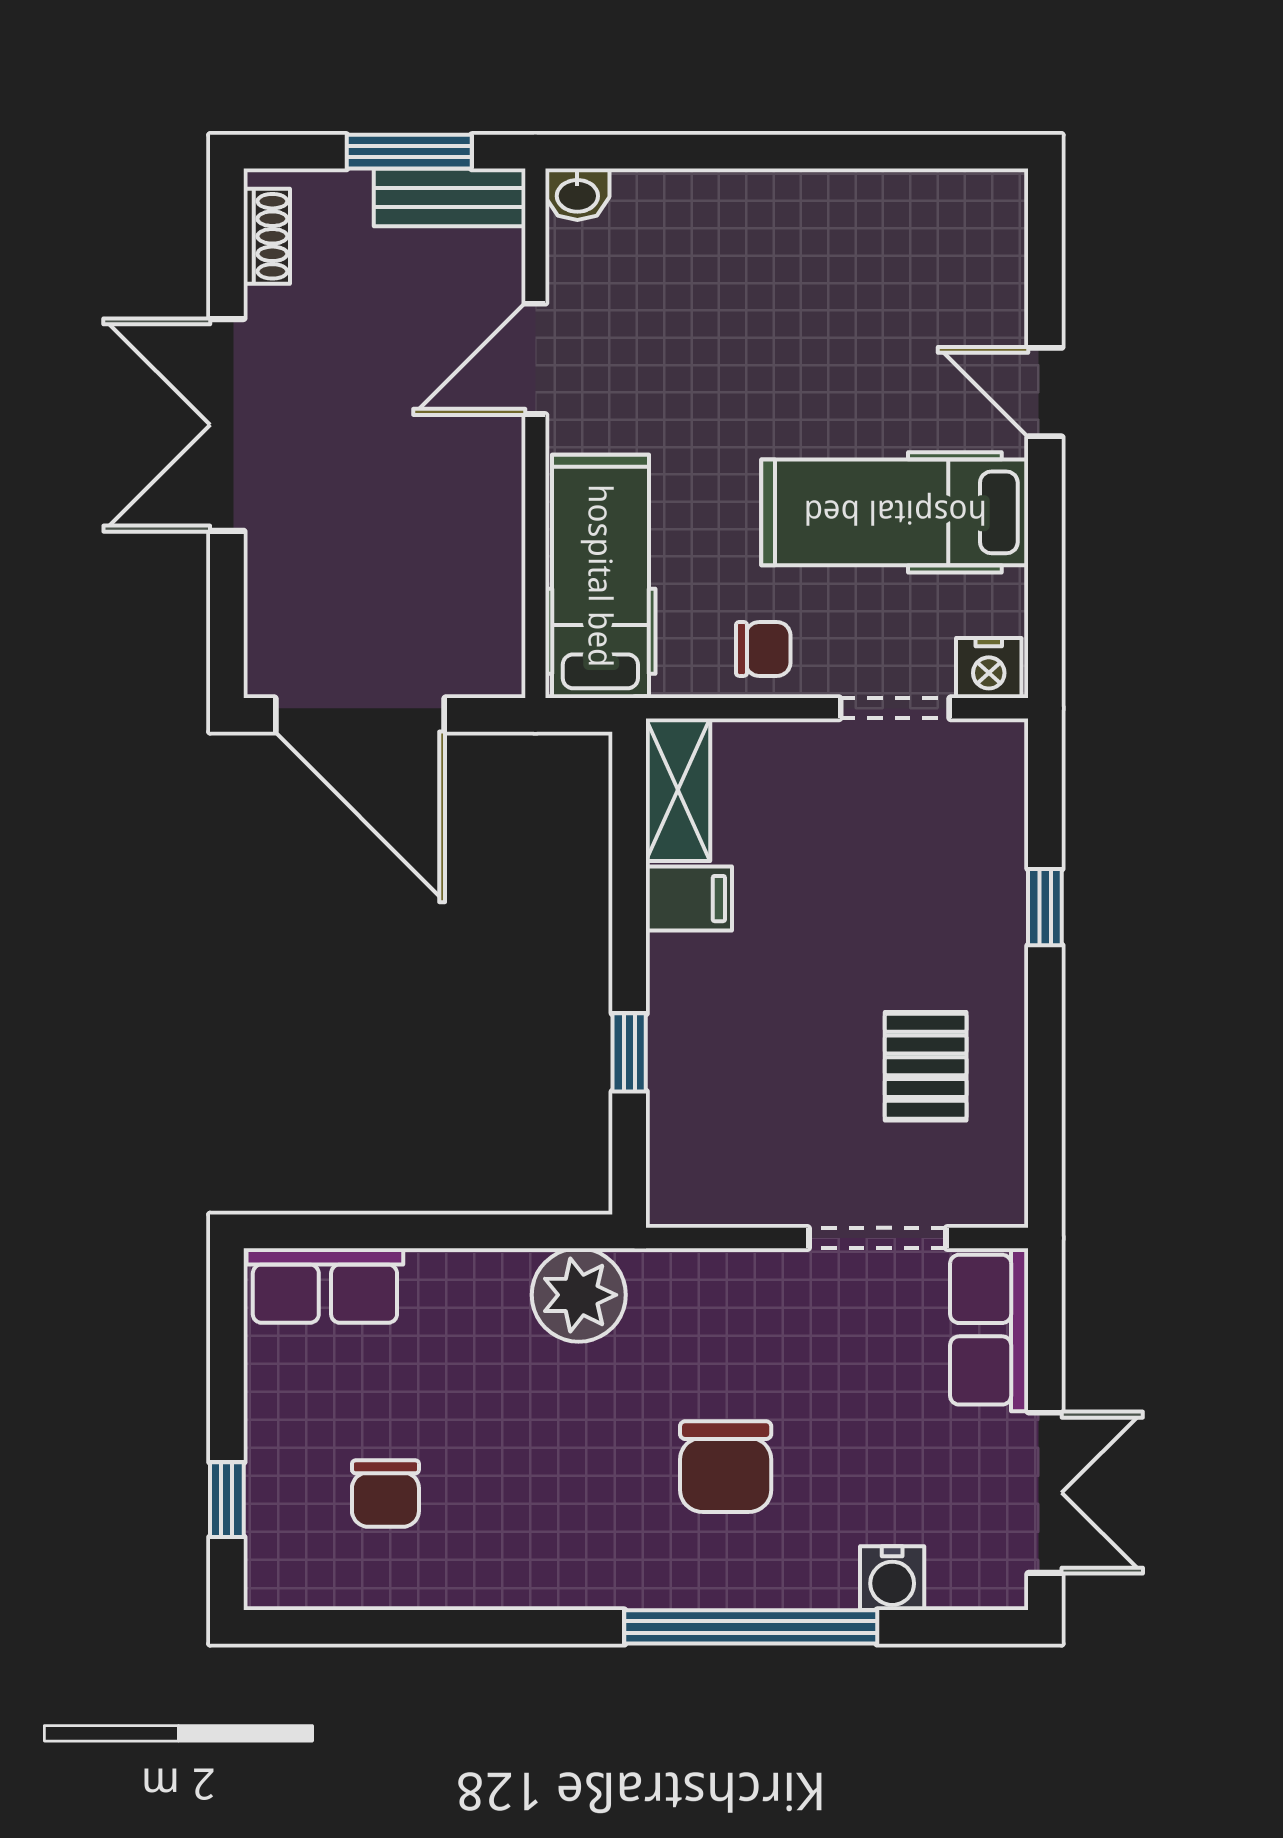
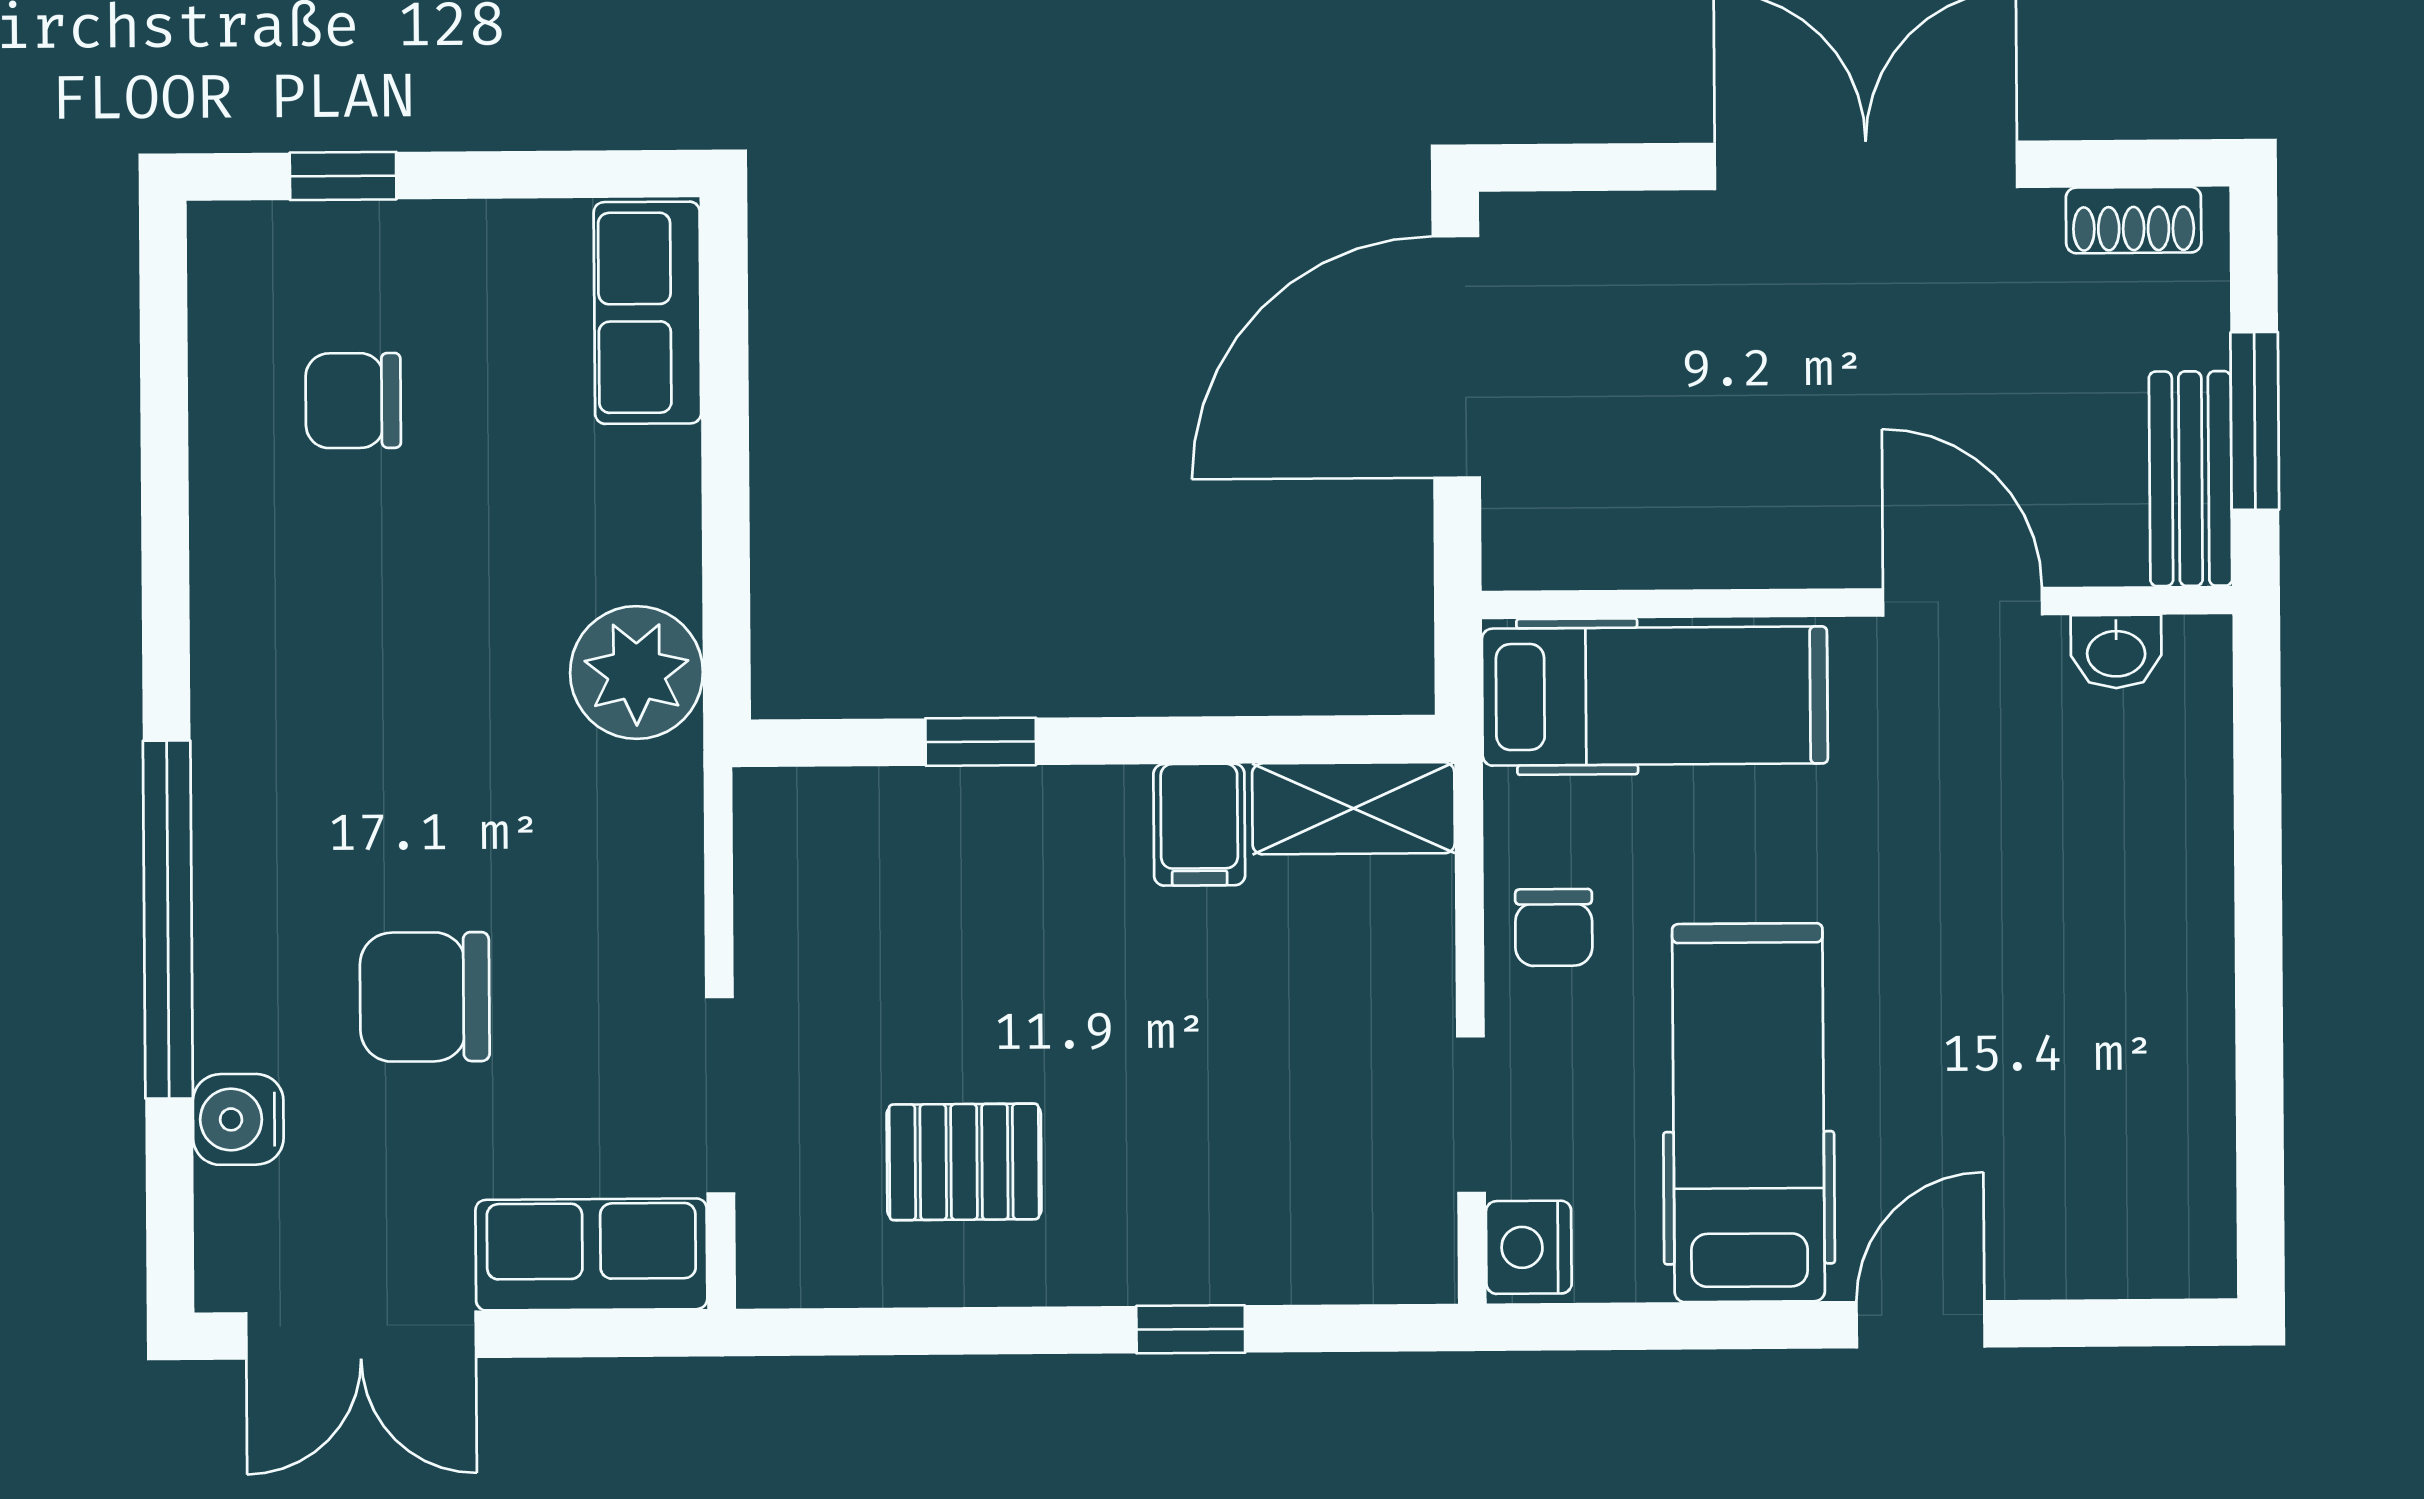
washbasin: (577, 194) -> (2116, 652), moved, turned -90
chair: (726, 1467) -> (425, 997), moved

